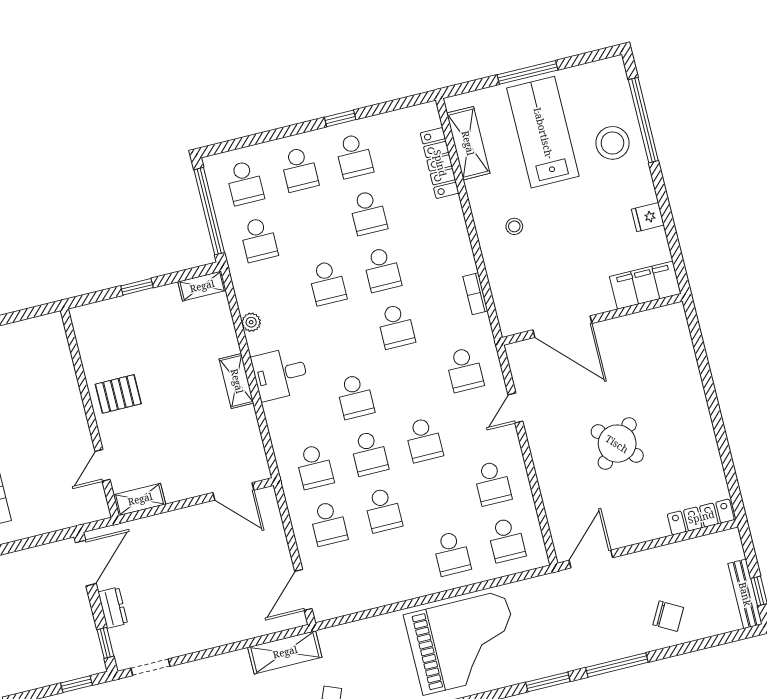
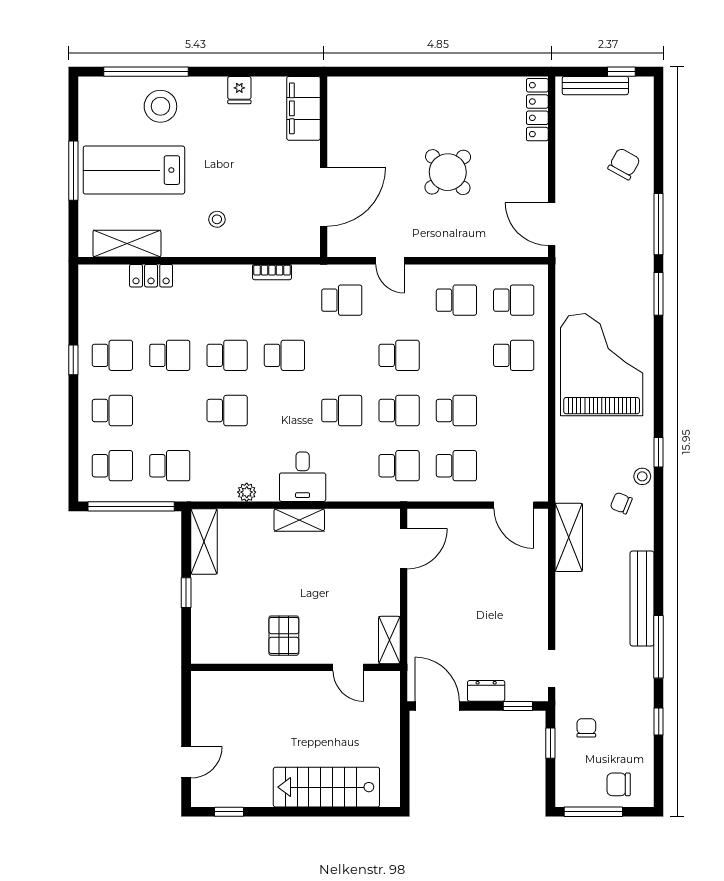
locker: (440, 163) -> (151, 276), width x0.66
shelving: (202, 286) -> (204, 542), width x1.50, depth x1.33
bench: (745, 594) -> (595, 86), moved

